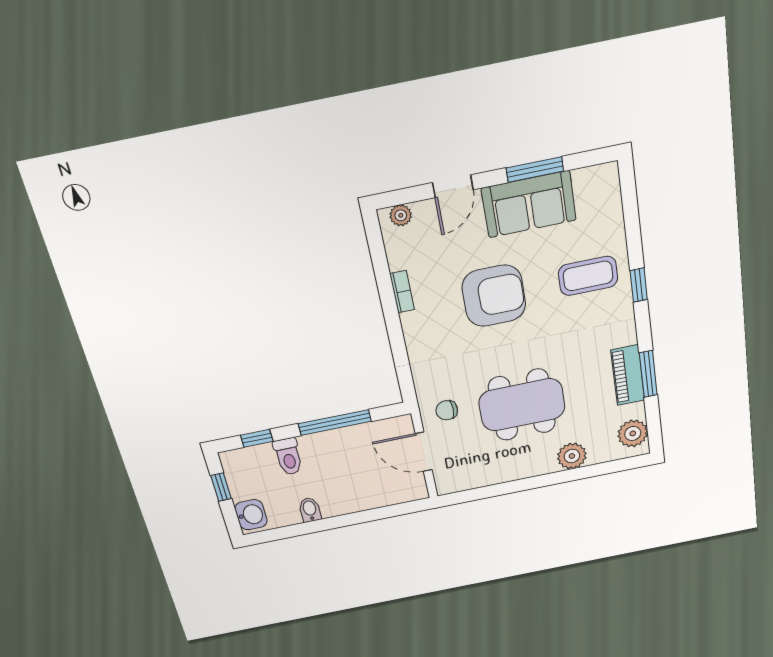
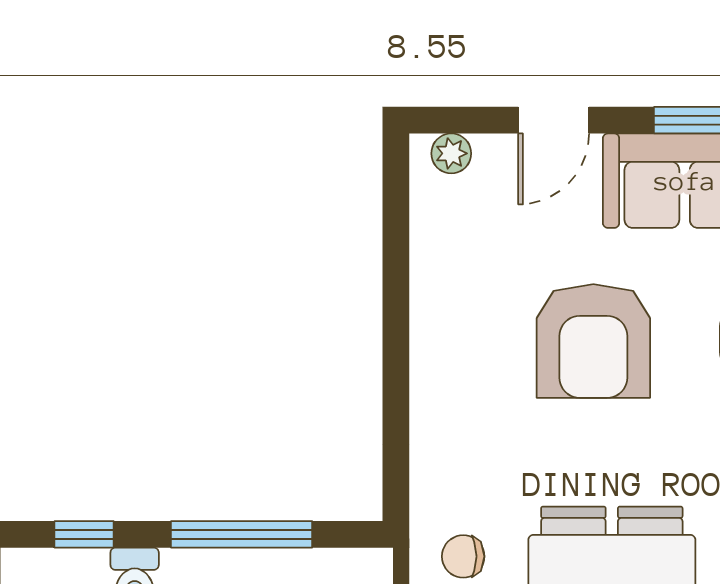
bookcase: (402, 292) -> (425, 297), removed
armchair: (494, 296) -> (593, 341), turned 90

